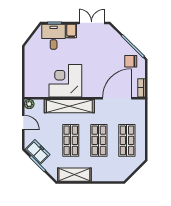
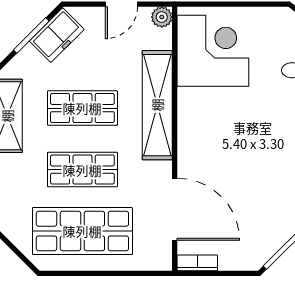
chair: (131, 61) -> (255, 239), removed
corner desk: (65, 81) -> (213, 51), moved
shop shelf: (127, 140) -> (82, 231), width x1.43, depth x1.36

